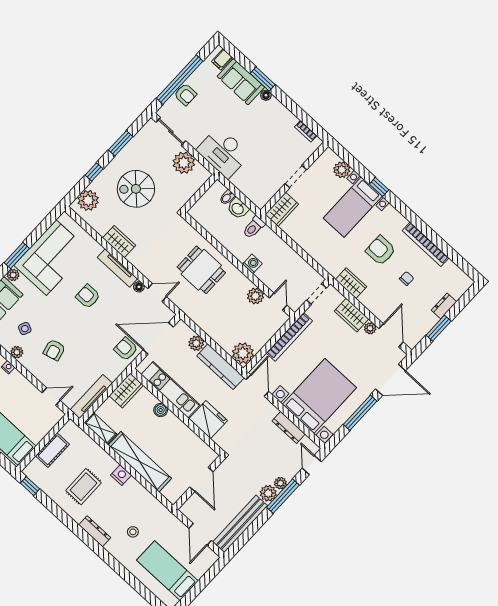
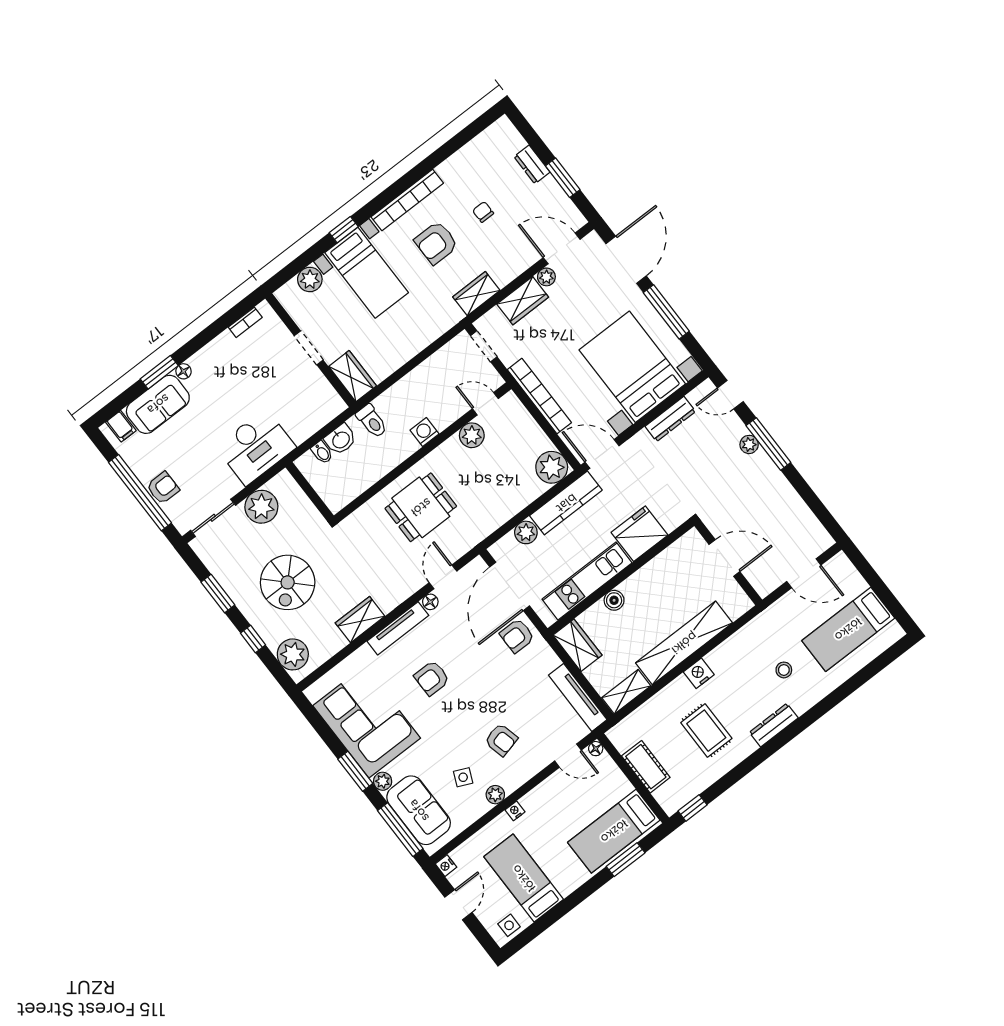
bookcase: (426, 244) -> (407, 200), moved
door: (51, 397) -> (568, 756), swing flipped
floor lamp: (59, 414) -> (596, 749), added
plant: (268, 493) -> (761, 465), removed
bench: (240, 524) -> (798, 512), removed

